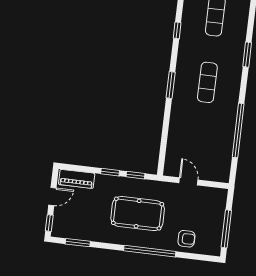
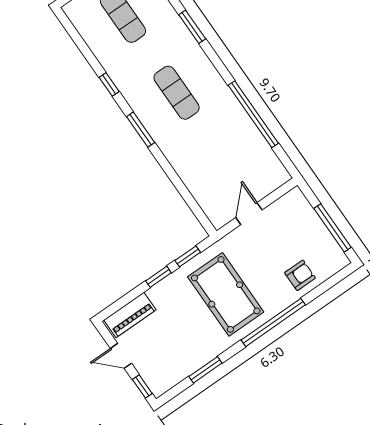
window: (177, 30) -> (109, 84), moved
door: (188, 181) -> (249, 214), hinge flipped
door: (52, 196) -> (121, 356), swing flipped
pool table: (138, 214) -> (226, 294), turned 90
window: (78, 243) -> (205, 370), moved

